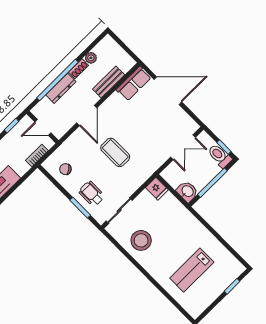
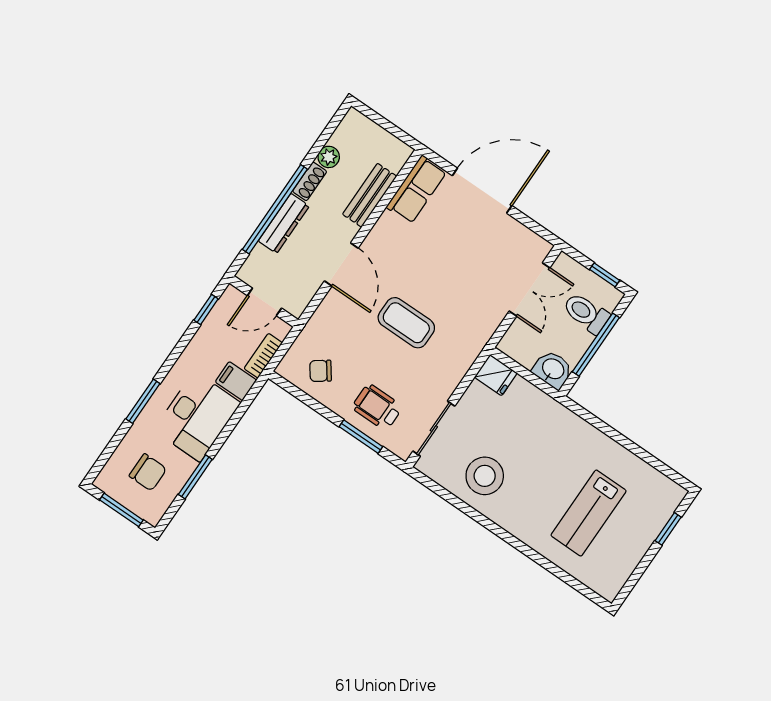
toilet: (220, 156) -> (586, 313), moved
filing cabinet: (20, 166) -> (236, 381), added

